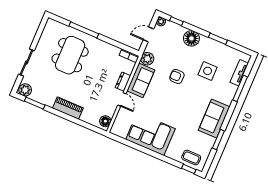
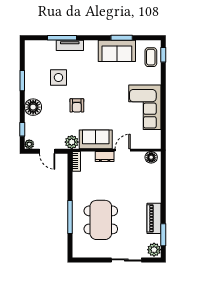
dining table: (70, 55) -> (101, 220), turned 90
tv unit: (239, 73) -> (70, 45), moved
piano: (68, 108) -> (154, 218), moved
sofa: (214, 119) -> (117, 51), moved

